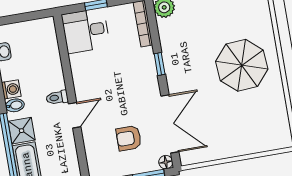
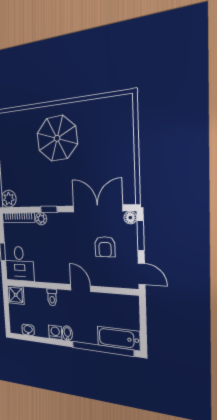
plant: (147, 55) -> (41, 219), added
toilet: (57, 97) -> (52, 297), moved
shower: (22, 131) -> (16, 295), moved

